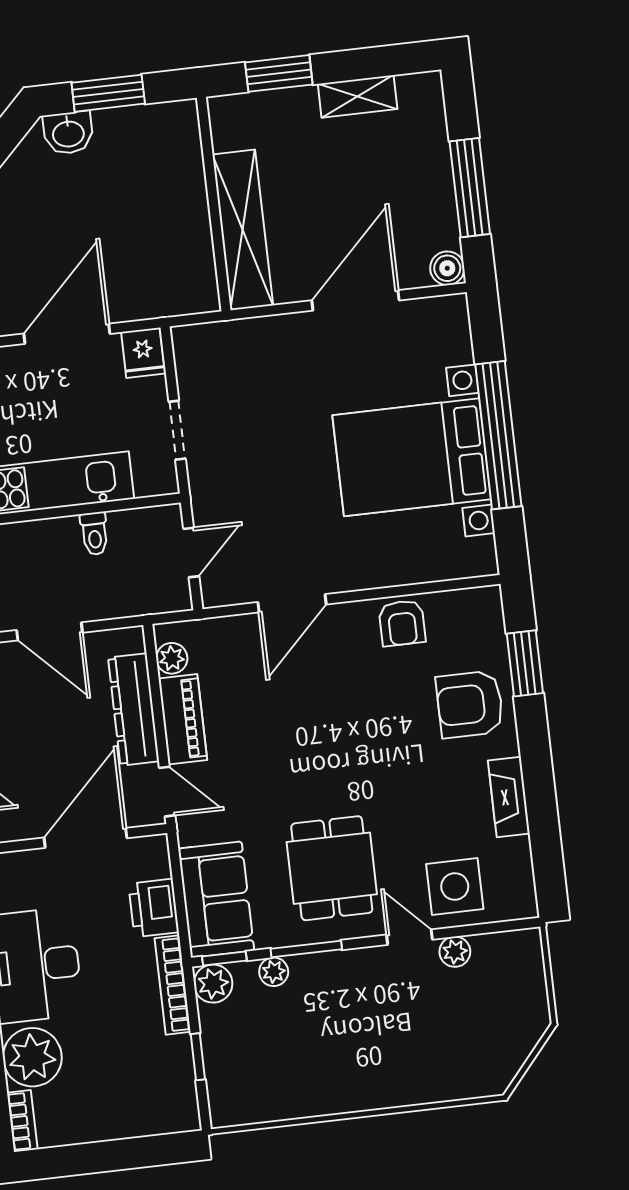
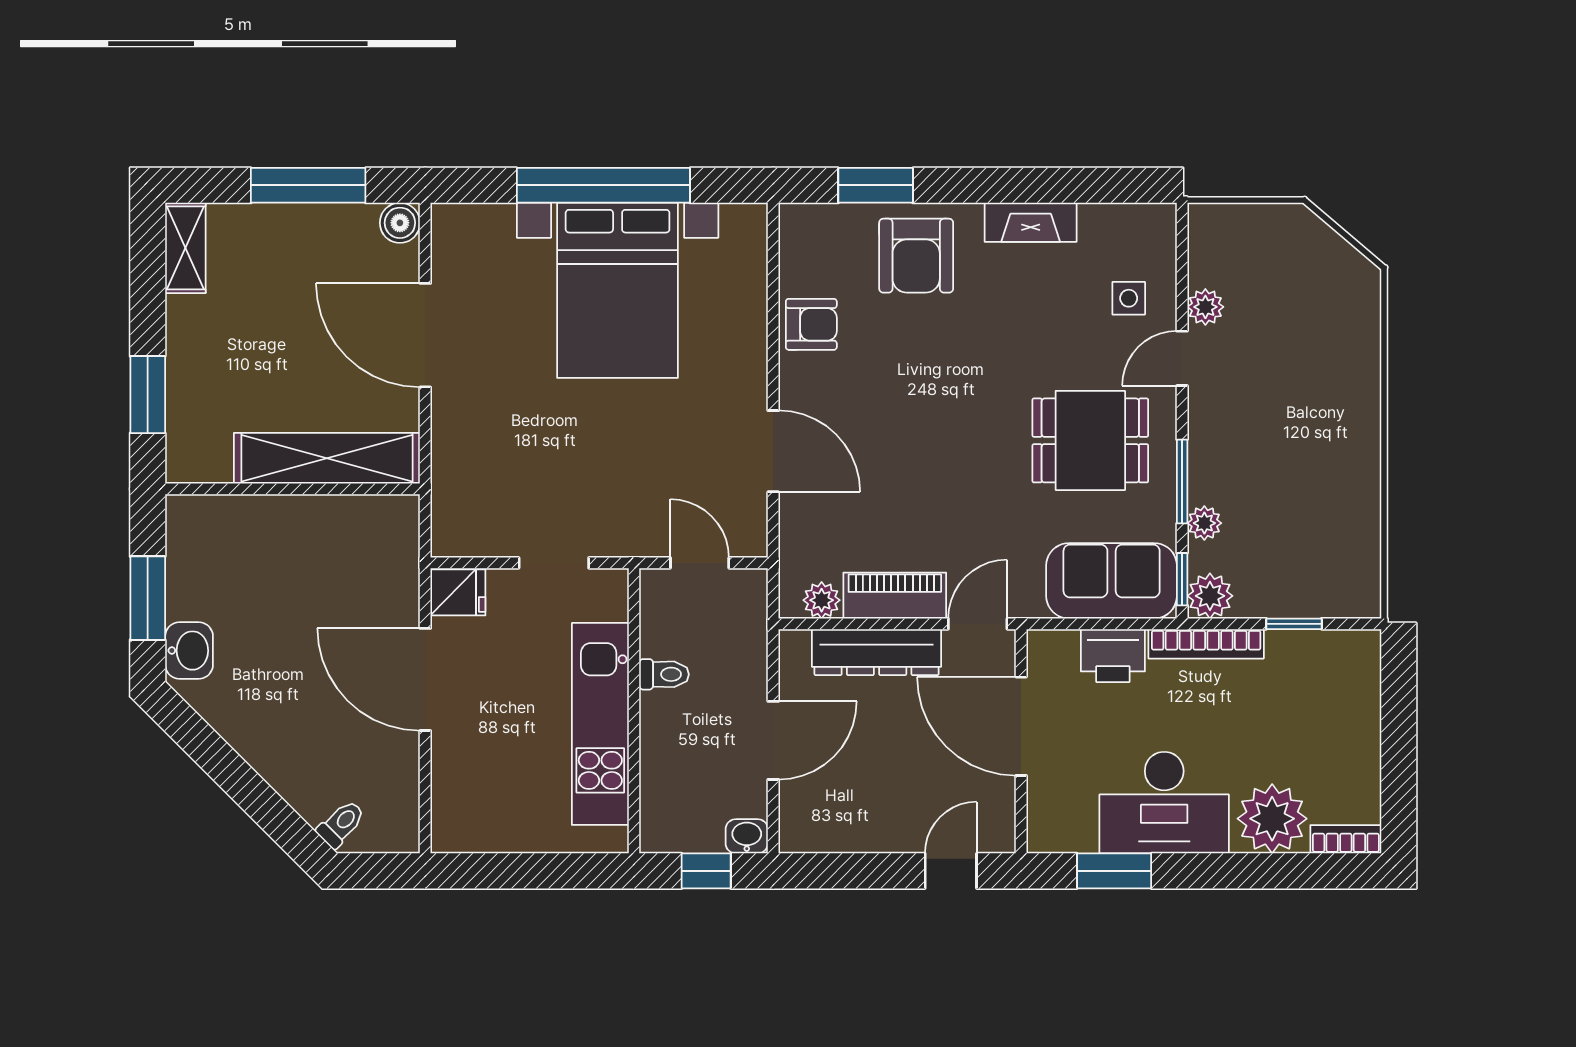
shelving: (358, 96) -> (185, 248), moved
side table: (455, 886) -> (1129, 298), width x0.54, depth x0.54

